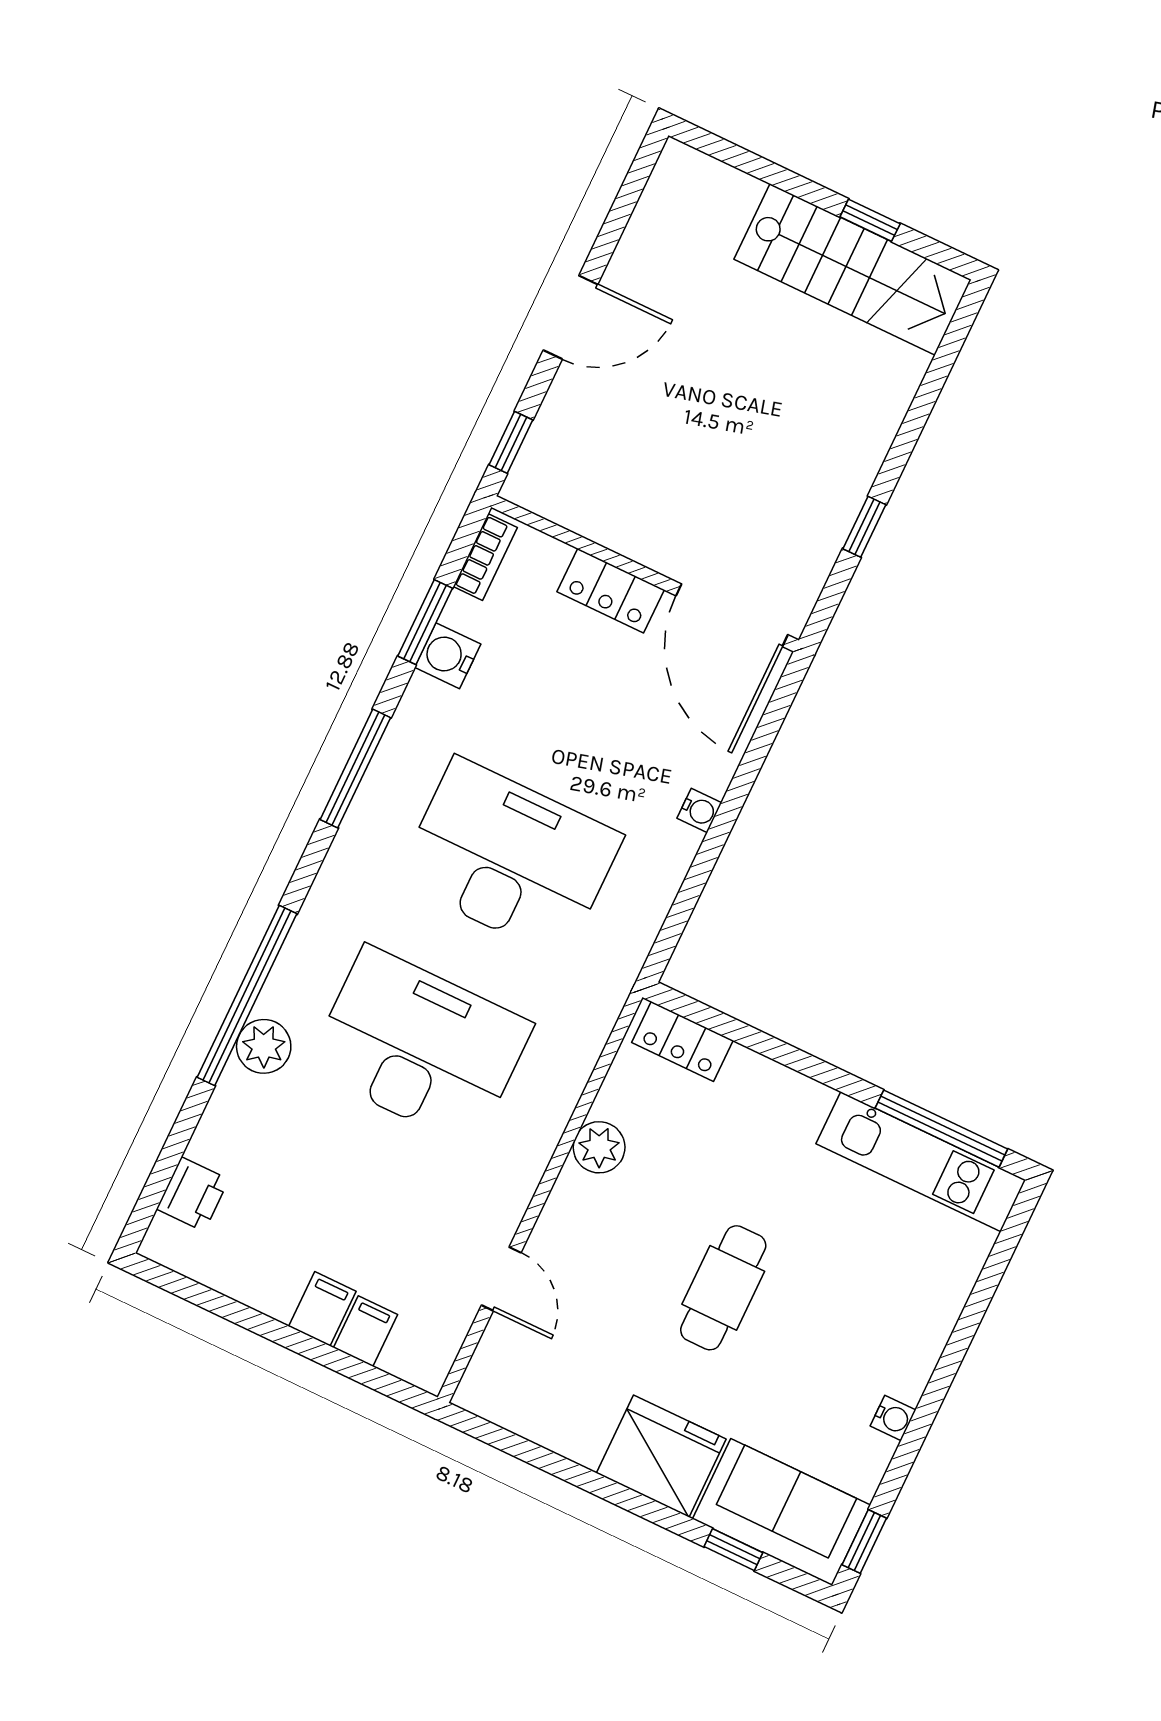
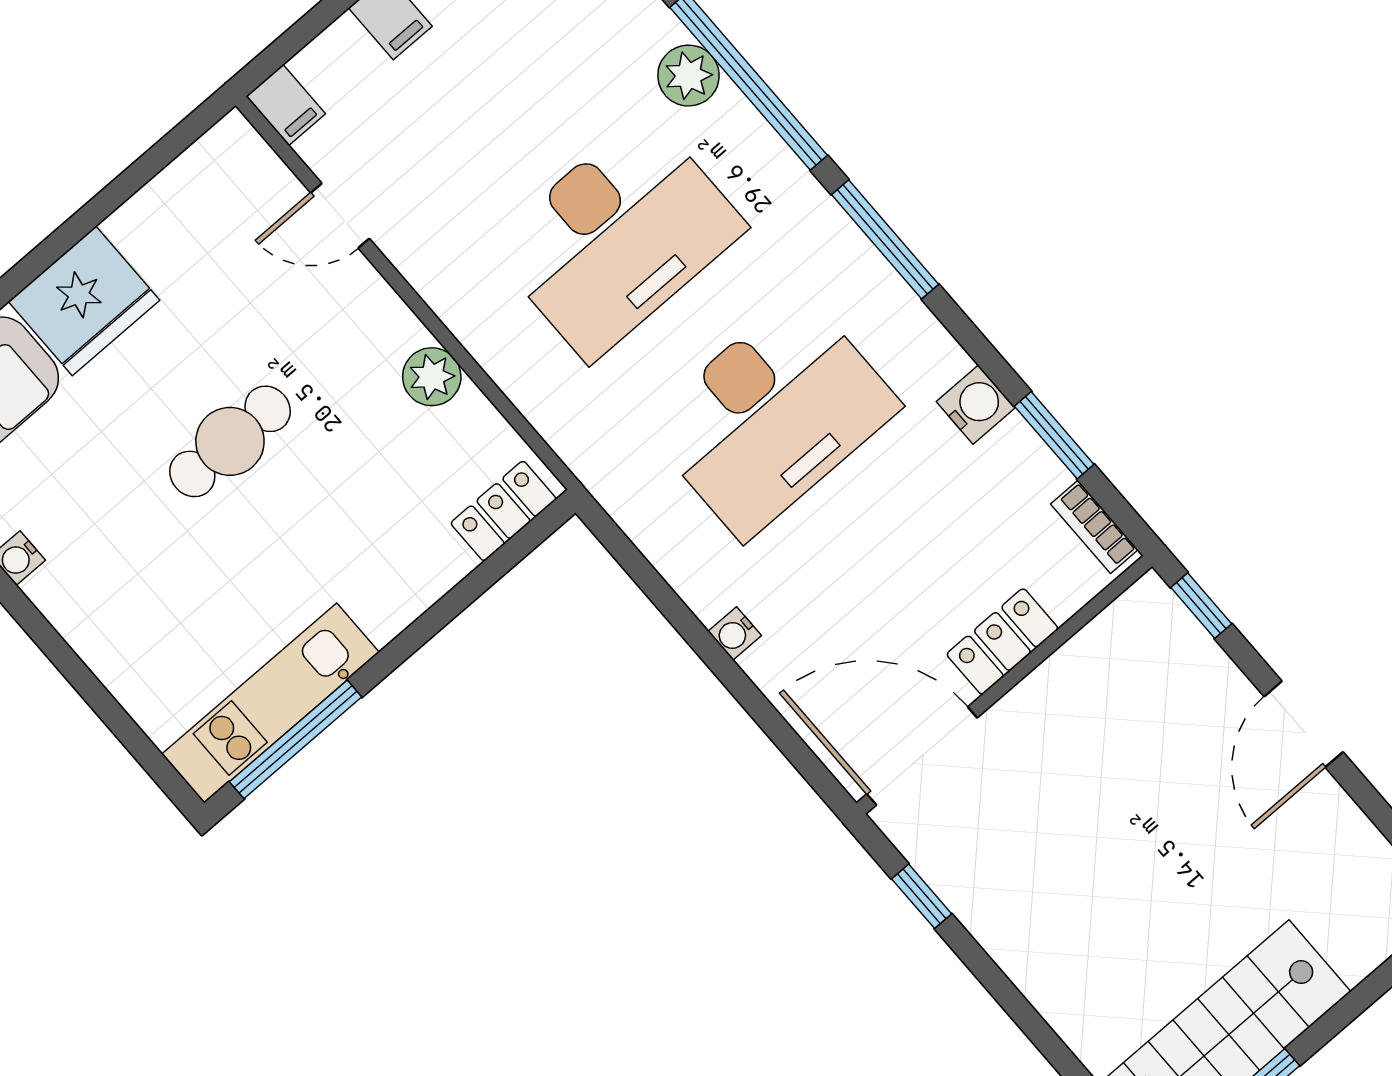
window: (864, 527) -> (922, 896), moved
water cooler: (448, 656) -> (976, 405), moved
window: (355, 769) -> (885, 239), moved
cafe table: (723, 1288) -> (230, 441), turned 90
filing cabinet: (365, 1331) -> (286, 105), moved

